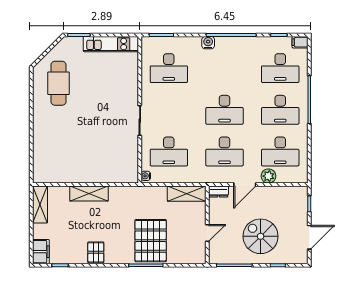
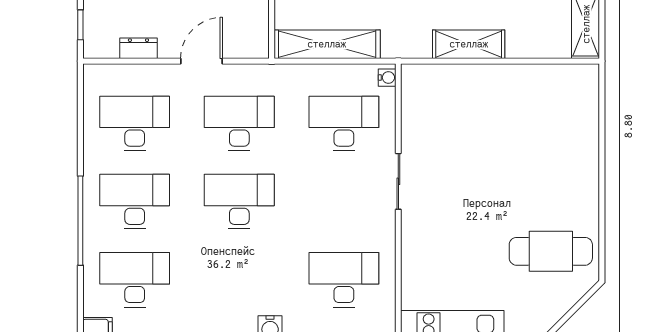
cafe table: (58, 83) -> (551, 251), turned 90
plant: (268, 176) -> (157, 77), removed
dresser: (219, 191) -> (138, 48), moved
shelving: (89, 194) -> (469, 44), moved
shelving: (187, 194) -> (327, 44), width x1.47

